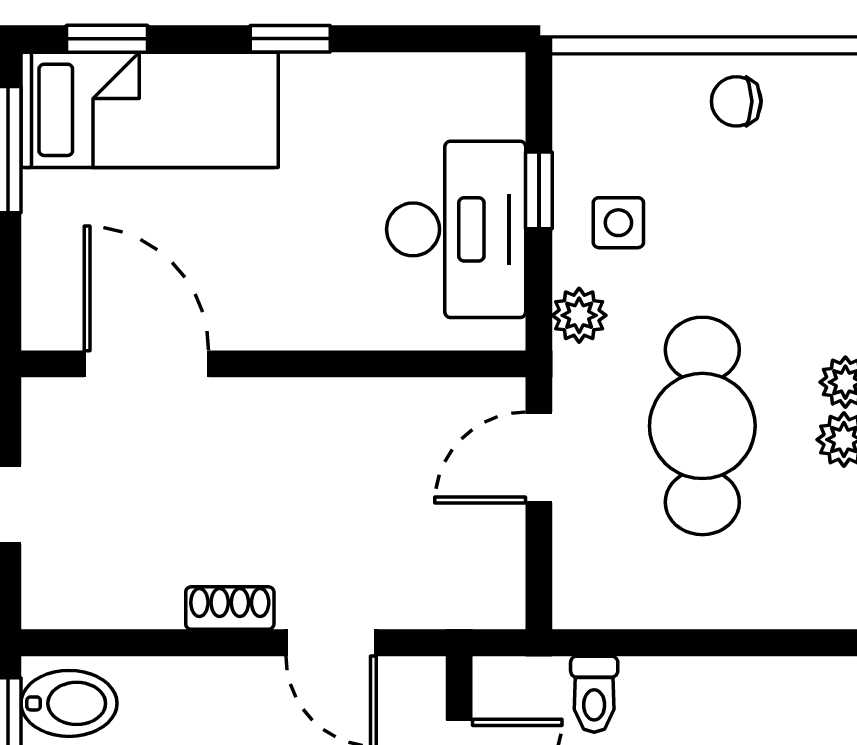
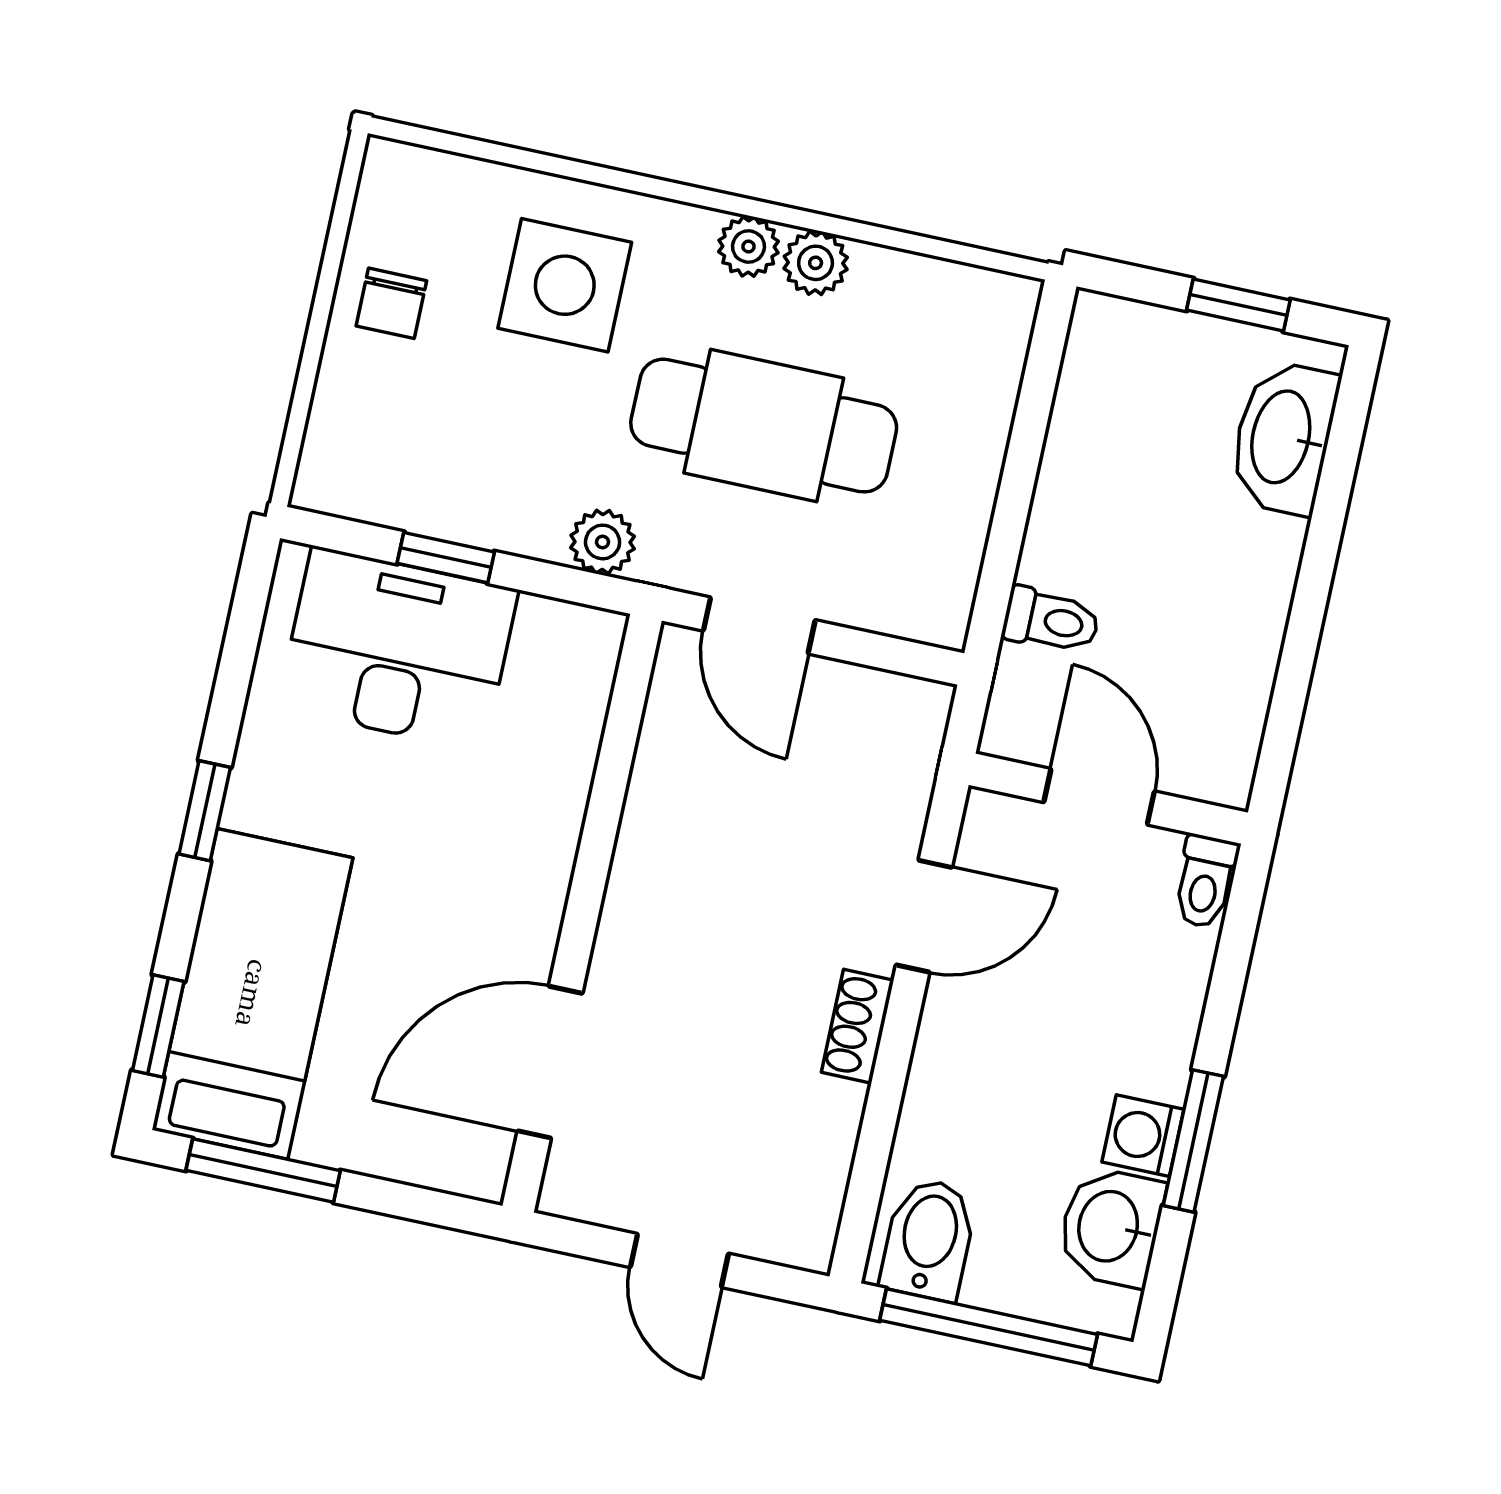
side table: (618, 223) -> (565, 285), moved, width x1.87, depth x1.87
desk: (456, 229) -> (398, 649), moved

